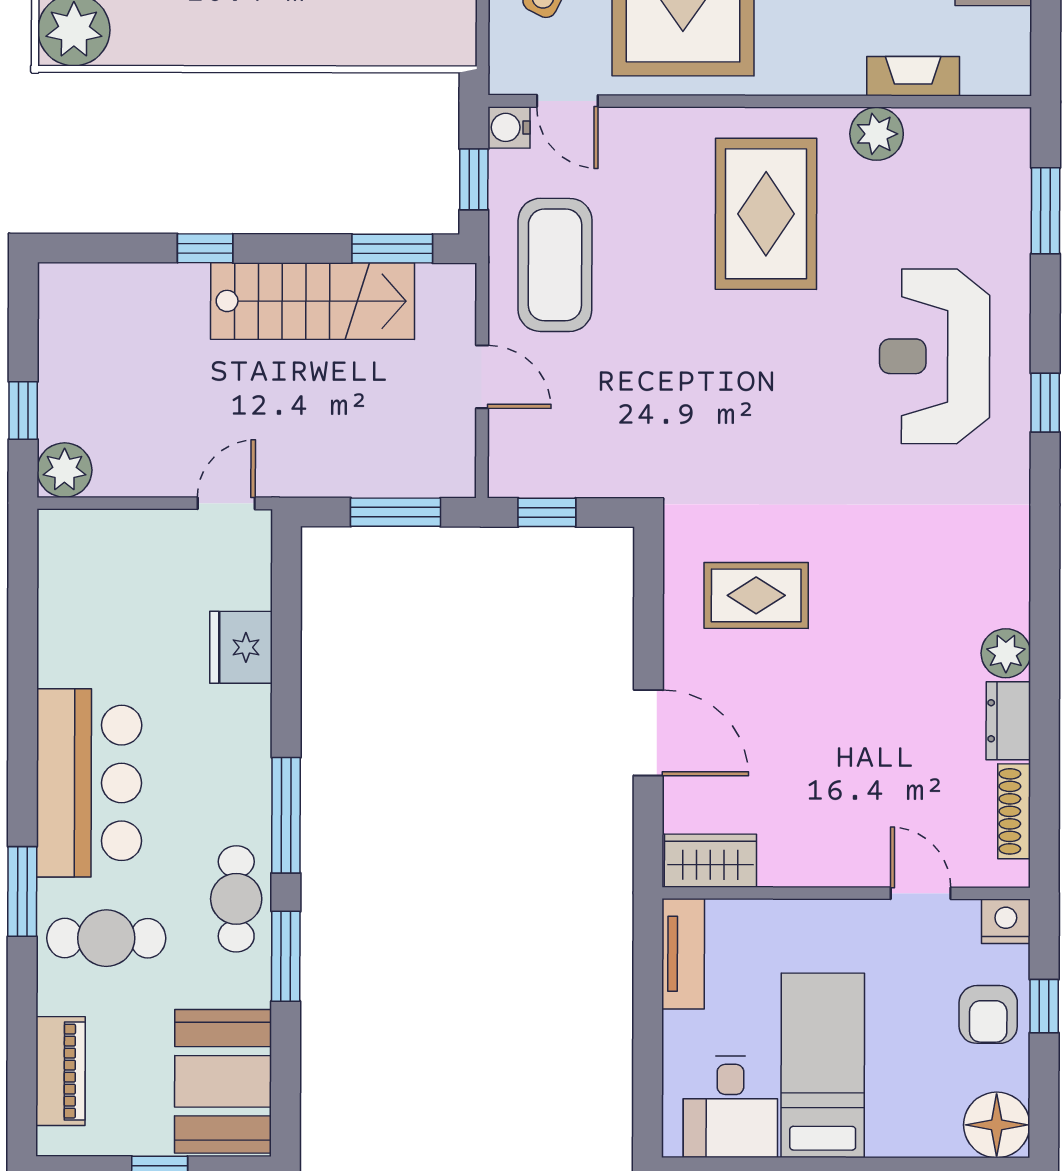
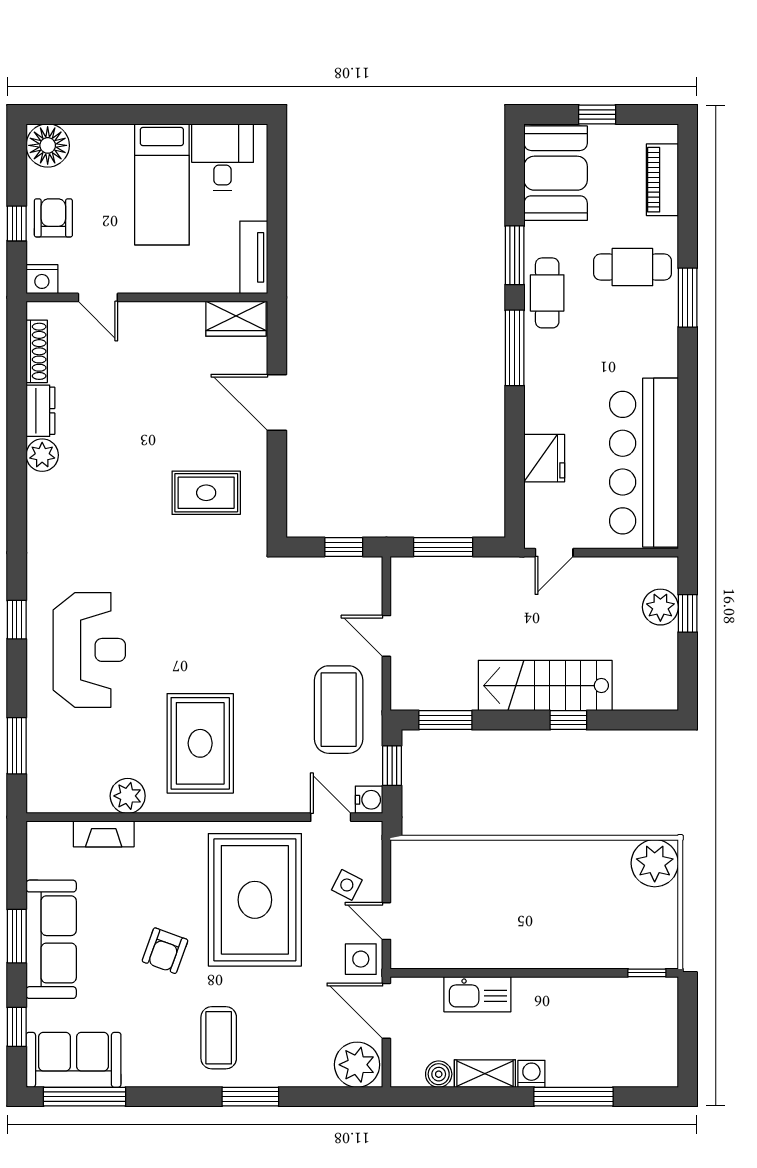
stairs: (313, 301) -> (545, 686), moved
plant: (65, 470) -> (660, 607), moved
bar counter: (89, 783) -> (644, 463), moved, width x1.36

